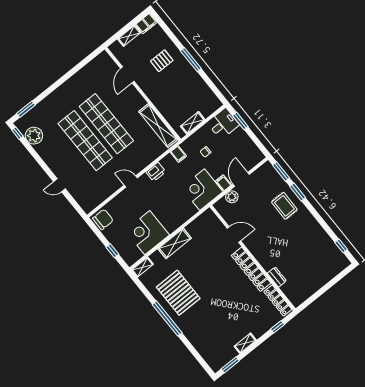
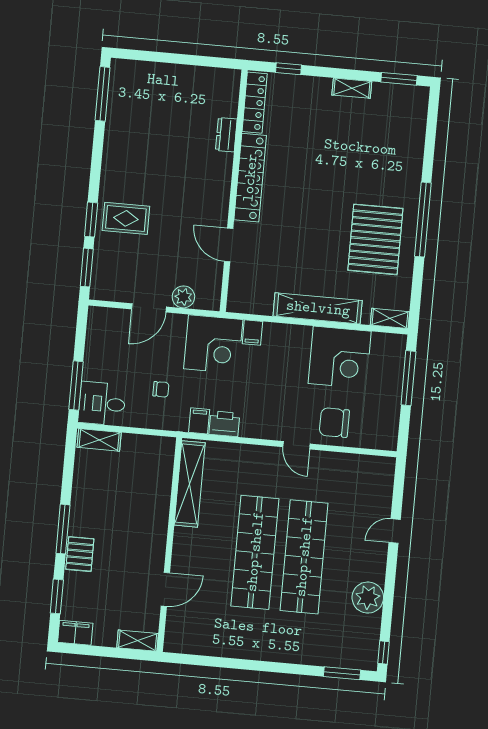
window: (167, 31) -> (57, 596), added
shelving: (129, 36) -> (138, 641), moved
pallet: (162, 61) -> (80, 554), moved, turned 90
window: (240, 121) -> (76, 386), width x1.44
shelving: (193, 123) -> (99, 440), moved
plant: (34, 136) -> (368, 598), moved
printer: (156, 172) -> (224, 424), moved
filing cabinet: (223, 183) -> (252, 333), moved
door: (59, 185) -> (395, 531), swing flipped
rug: (284, 206) -> (126, 218), turned 90
chair: (103, 219) -> (334, 423), moved
shelving: (175, 244) -> (318, 308), width x1.47
window: (341, 246) -> (103, 94), width x2.17
window: (112, 251) -> (408, 378), width x2.17

